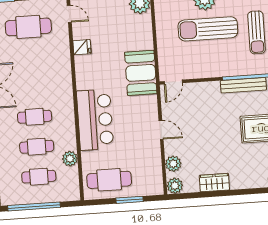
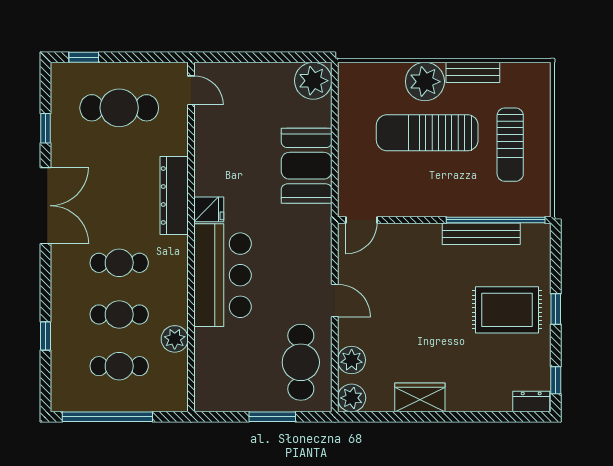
fridge: (82, 47) -> (209, 209), moved
booth: (141, 73) -> (307, 166), moved
dresser: (64, 76) -> (174, 196), added
cafe table: (109, 180) -> (301, 362), moved, turned 90

